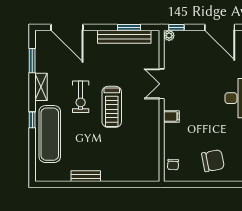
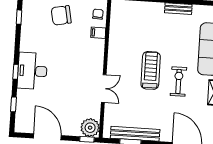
plant: (169, 36) -> (90, 128), width x1.87, depth x1.87
filing cabinet: (171, 116) -> (98, 33), moved

